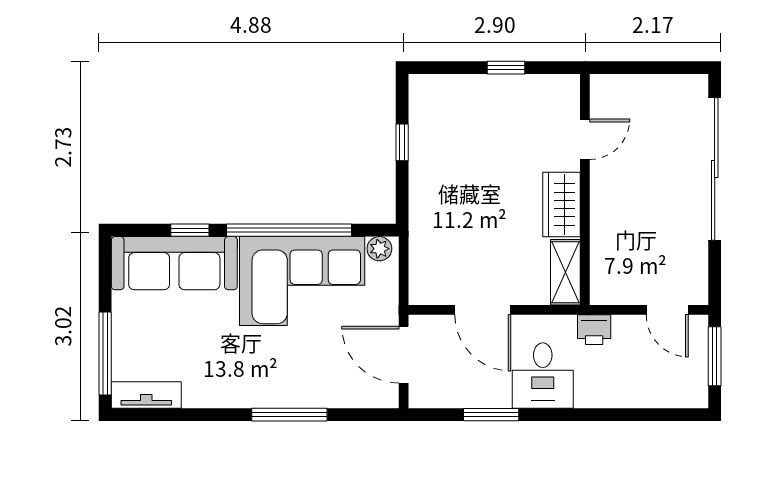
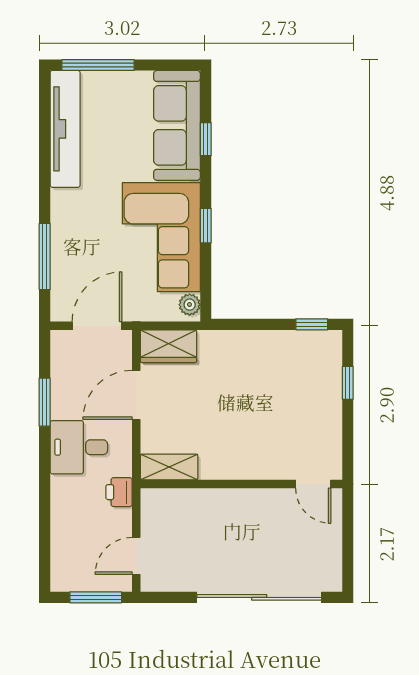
window: (506, 68) -> (348, 383), moved
door: (585, 139) -> (313, 484), moved
window: (402, 142) -> (312, 324), moved
wardrobe: (562, 204) -> (168, 346), moved, turned 180
window: (289, 230) -> (206, 226), width x0.32
tv unit: (146, 395) -> (65, 129), width x1.92, depth x1.29
window: (289, 415) -> (45, 257), moved

